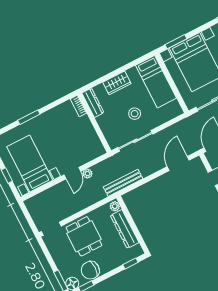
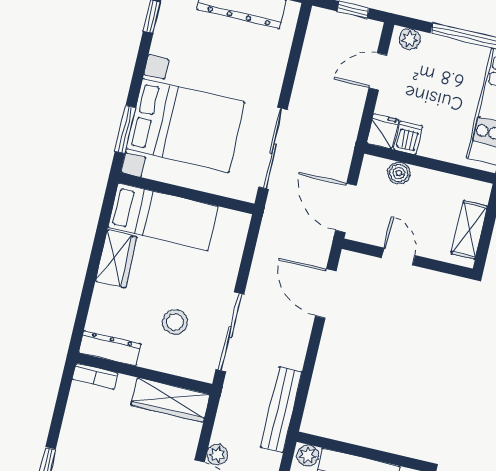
wardrobe: (117, 83) -> (116, 259), moved
stool: (135, 114) -> (175, 322), moved
wardrobe: (93, 140) -> (170, 400), added

